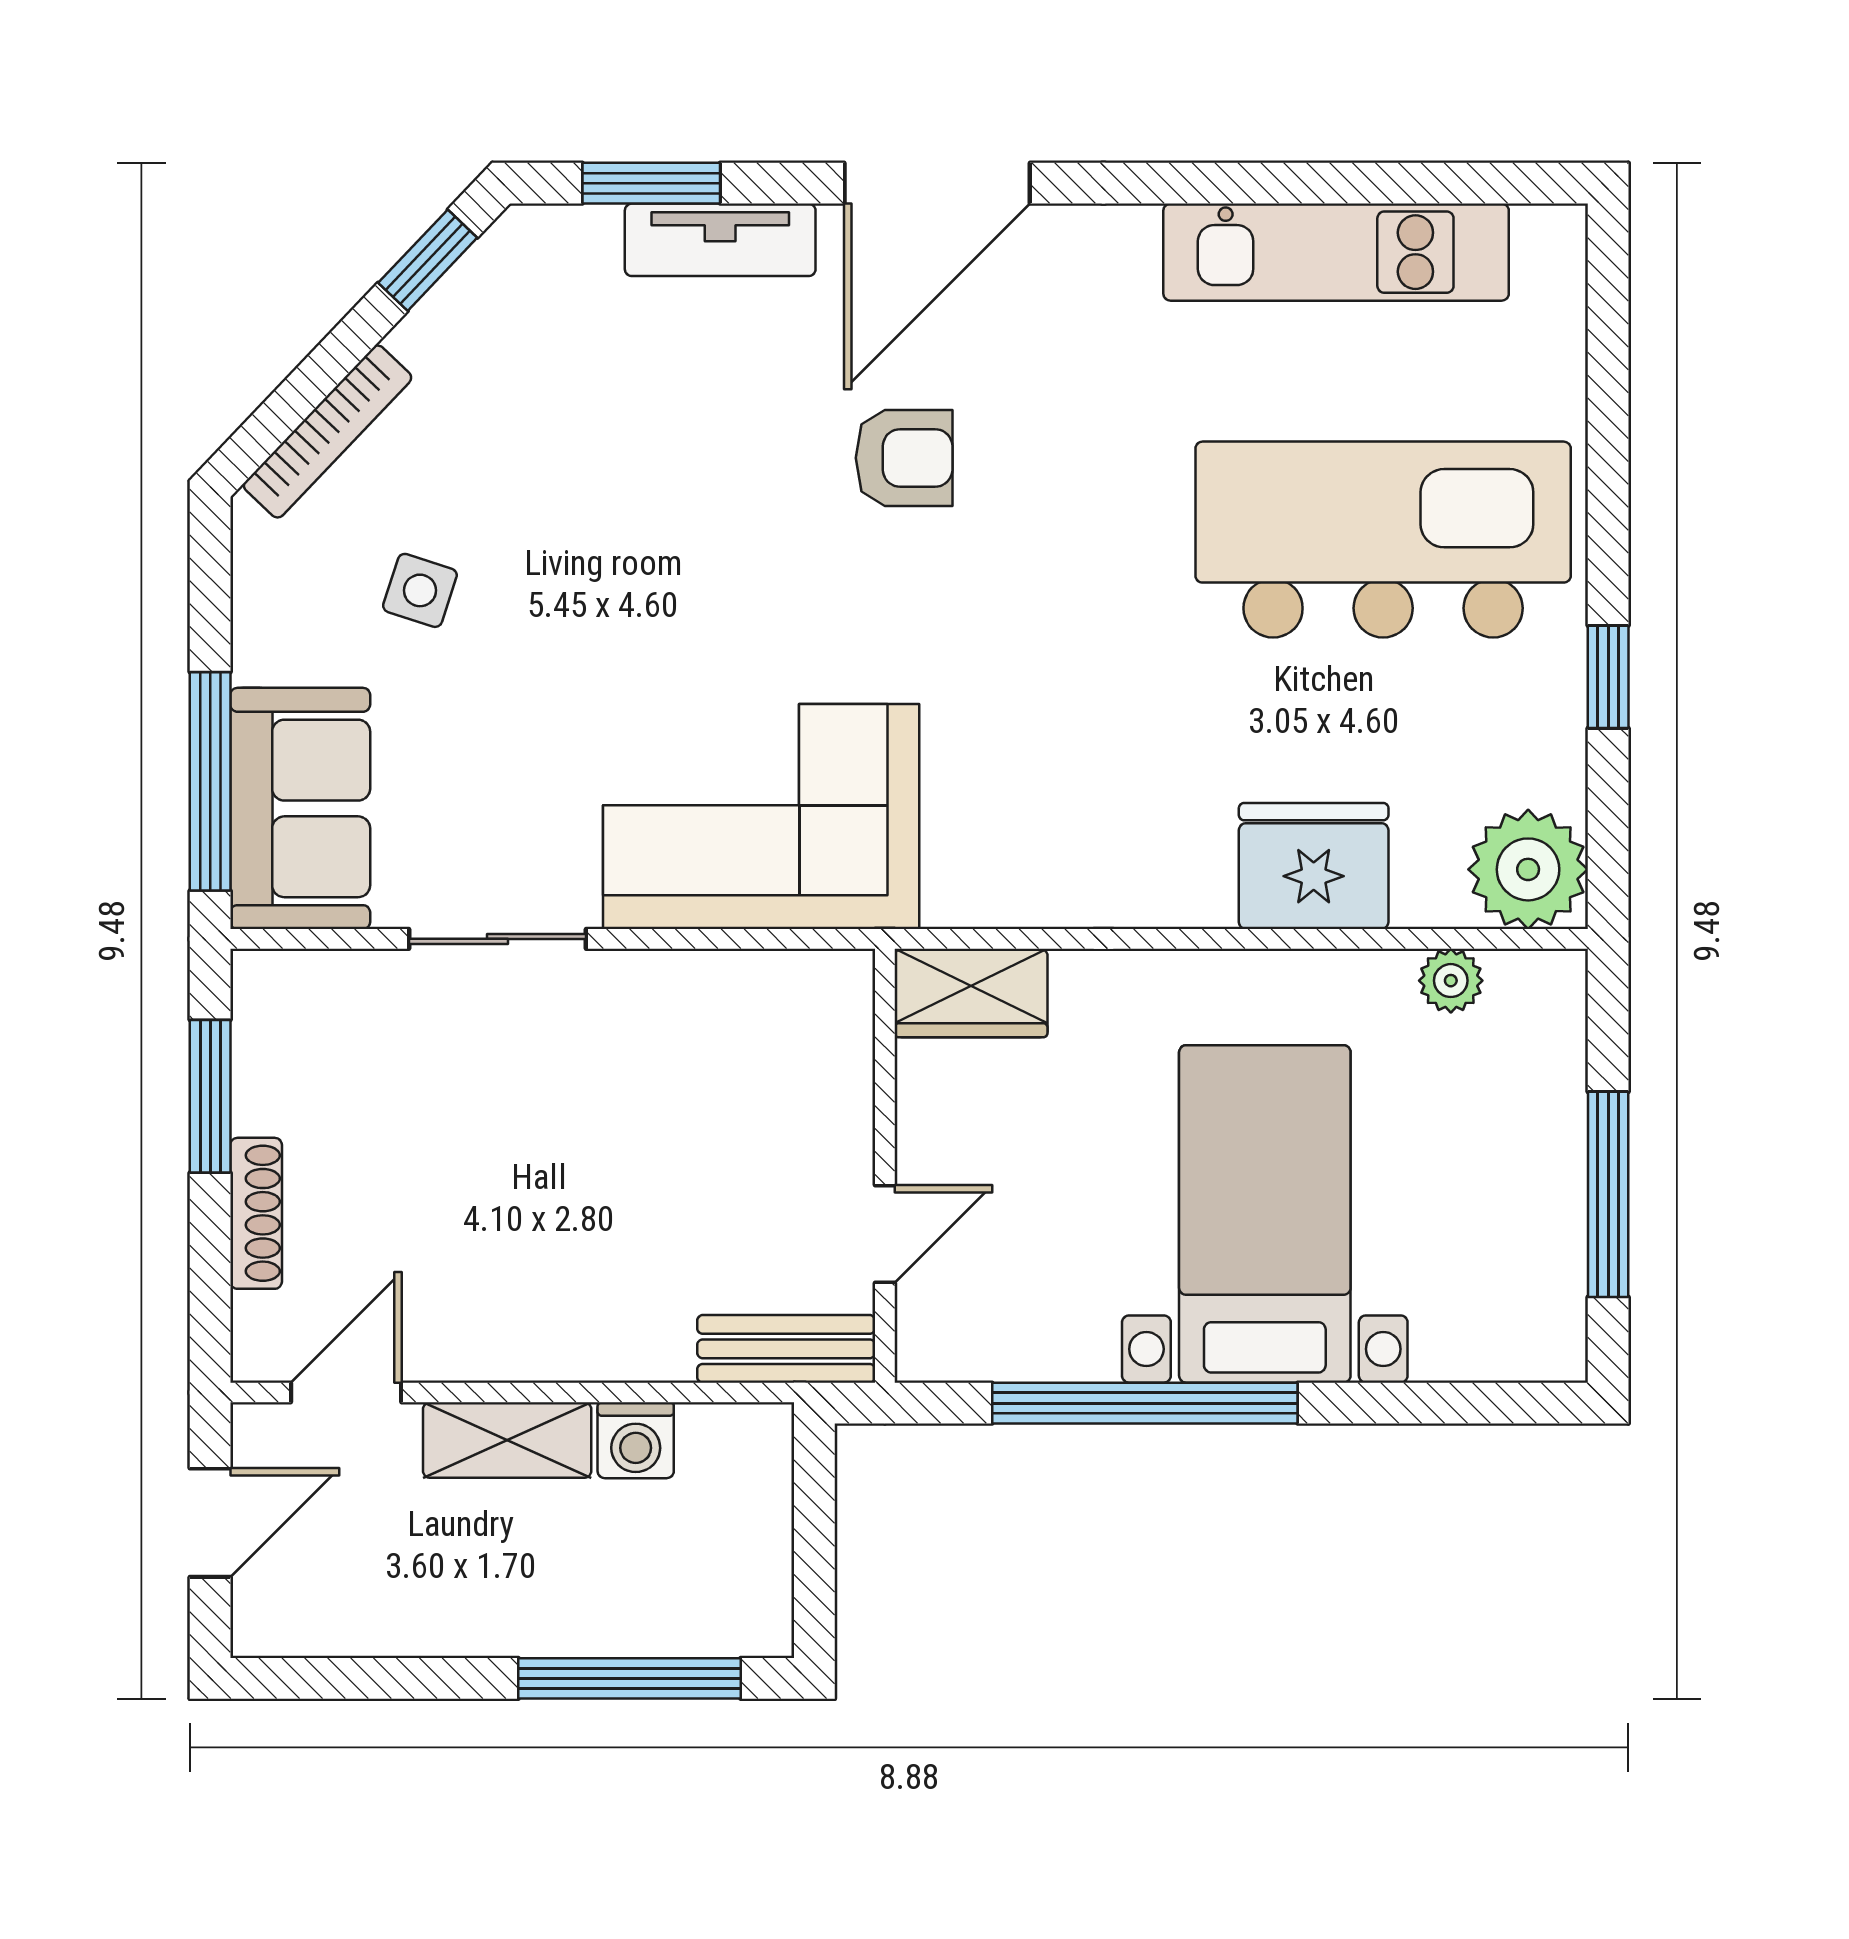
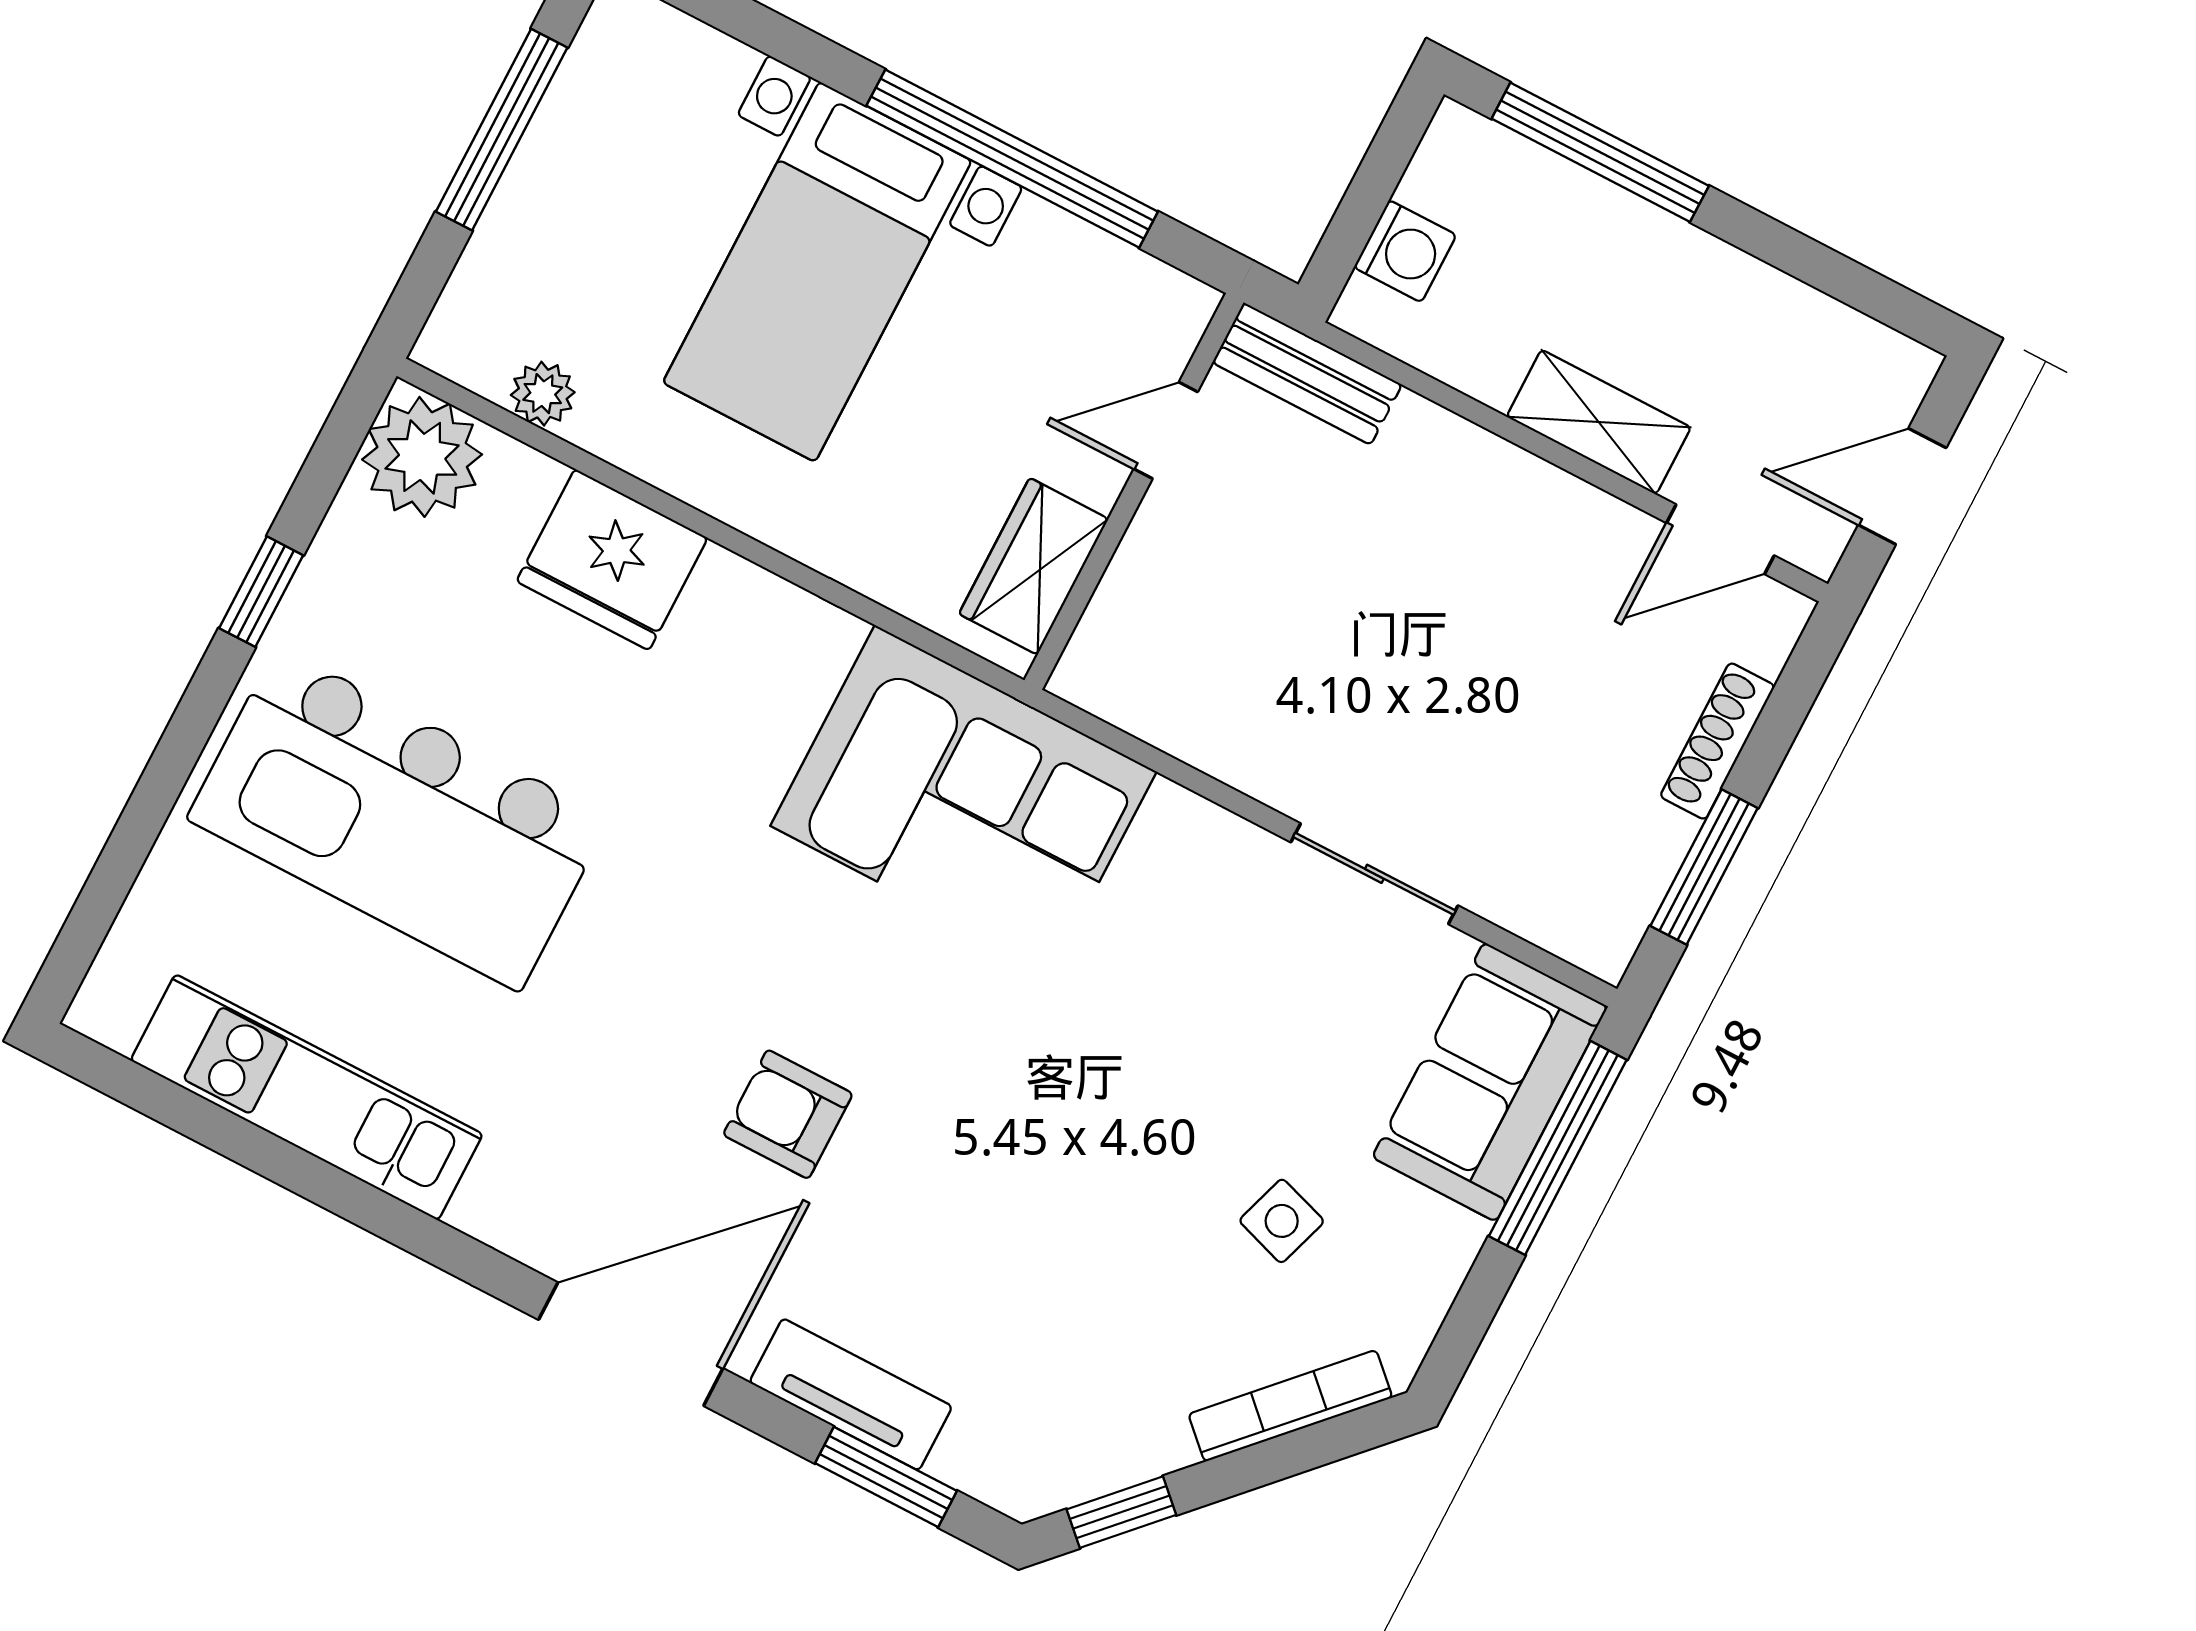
corner sofa: (761, 817) -> (963, 799), moved
wardrobe: (971, 993) -> (1034, 566), moved, turned -90
washing machine: (636, 1440) -> (1405, 251), moved, turned 90

